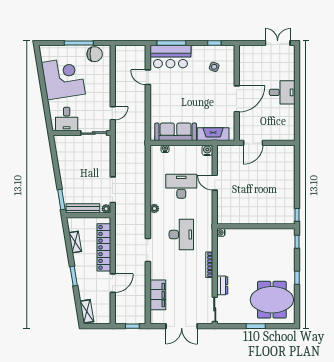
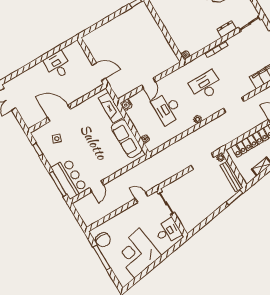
chair: (95, 54) -> (103, 240), turned 180
desk: (282, 92) -> (57, 65), moved
door: (237, 99) -> (59, 113), moved

